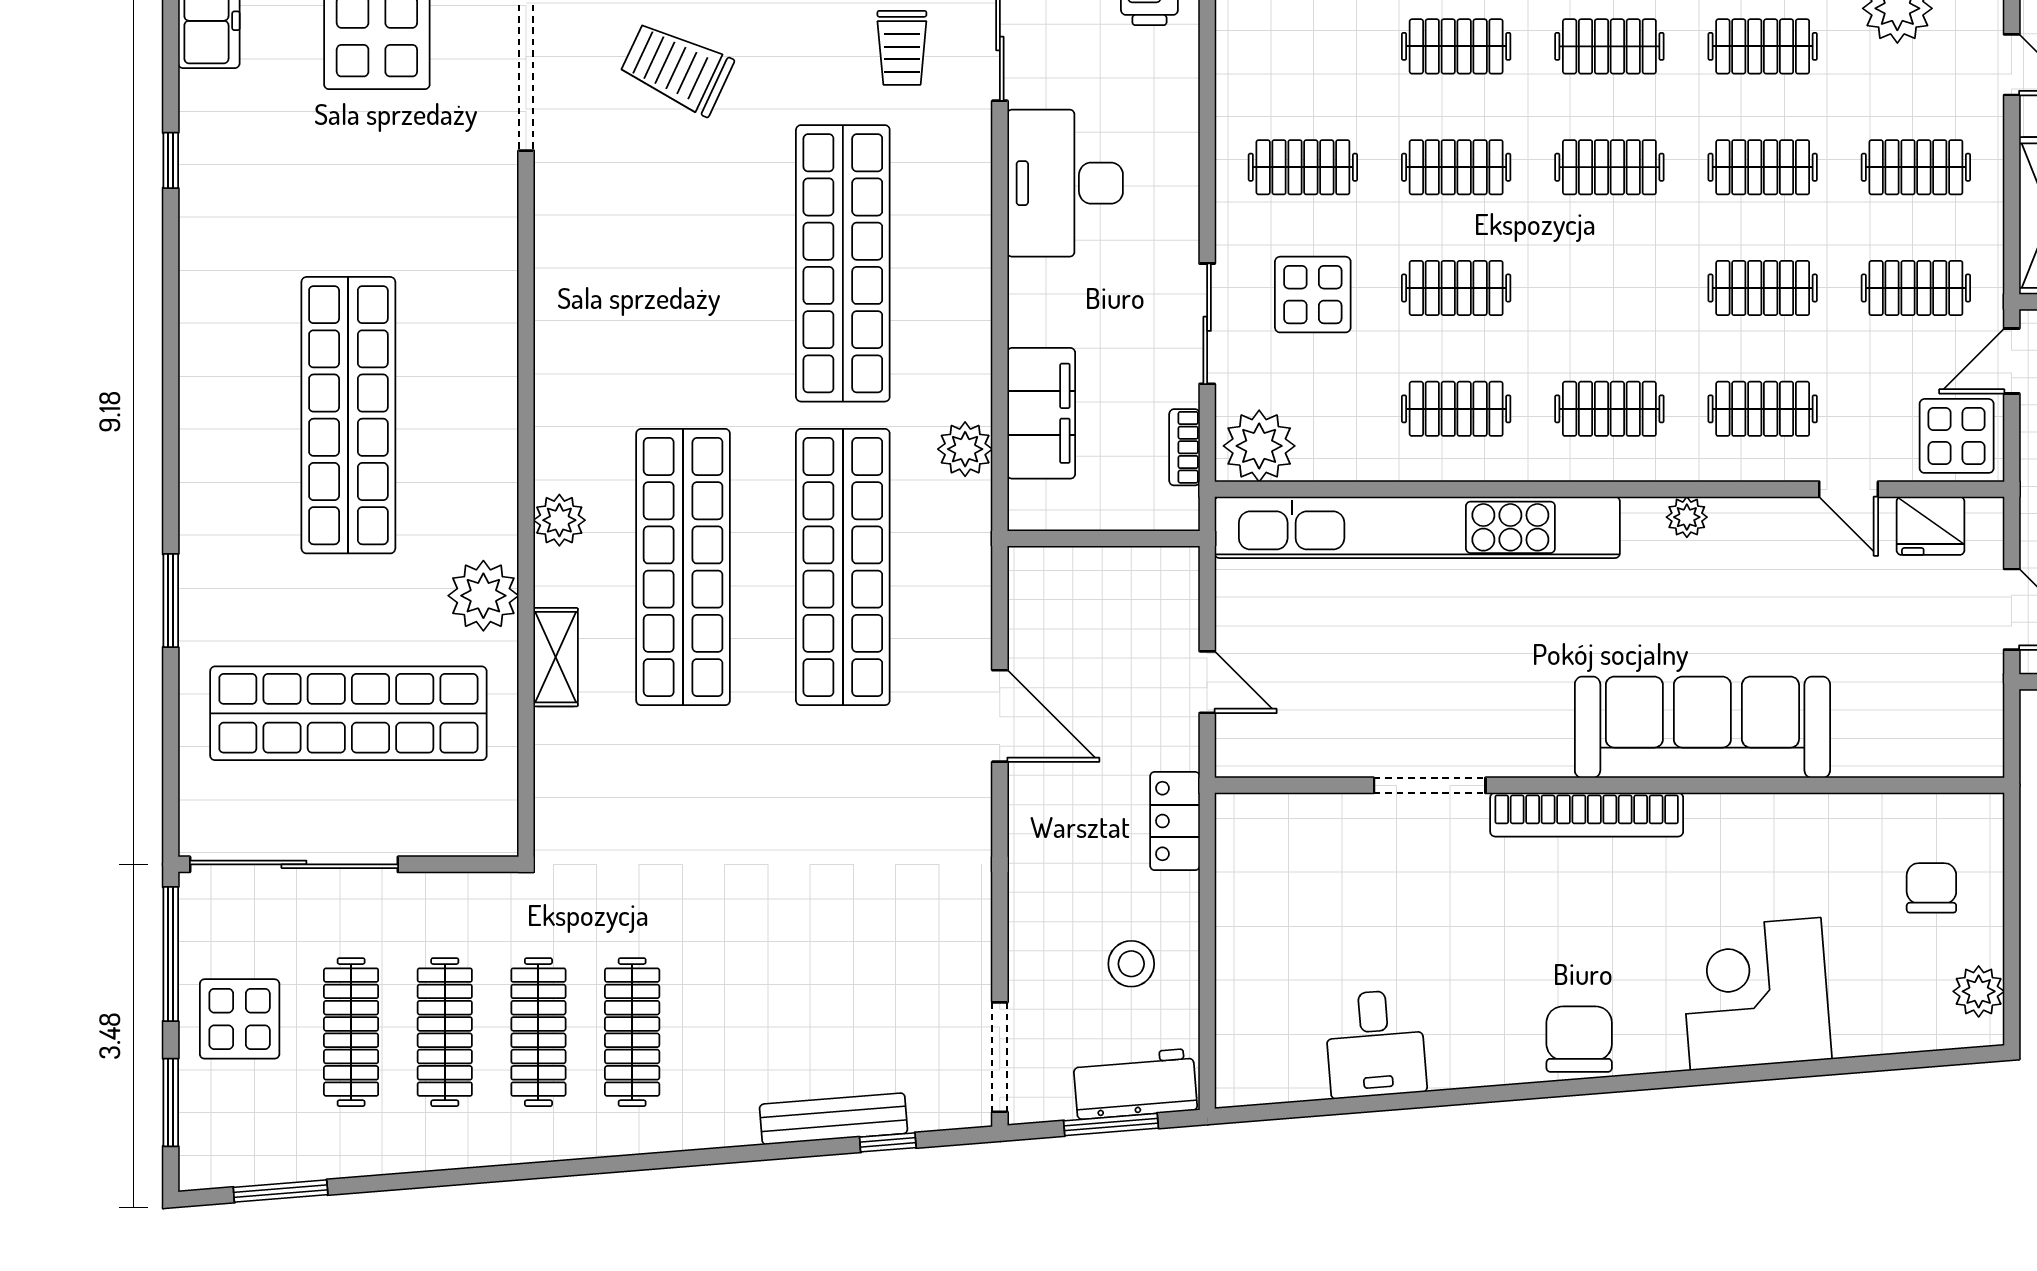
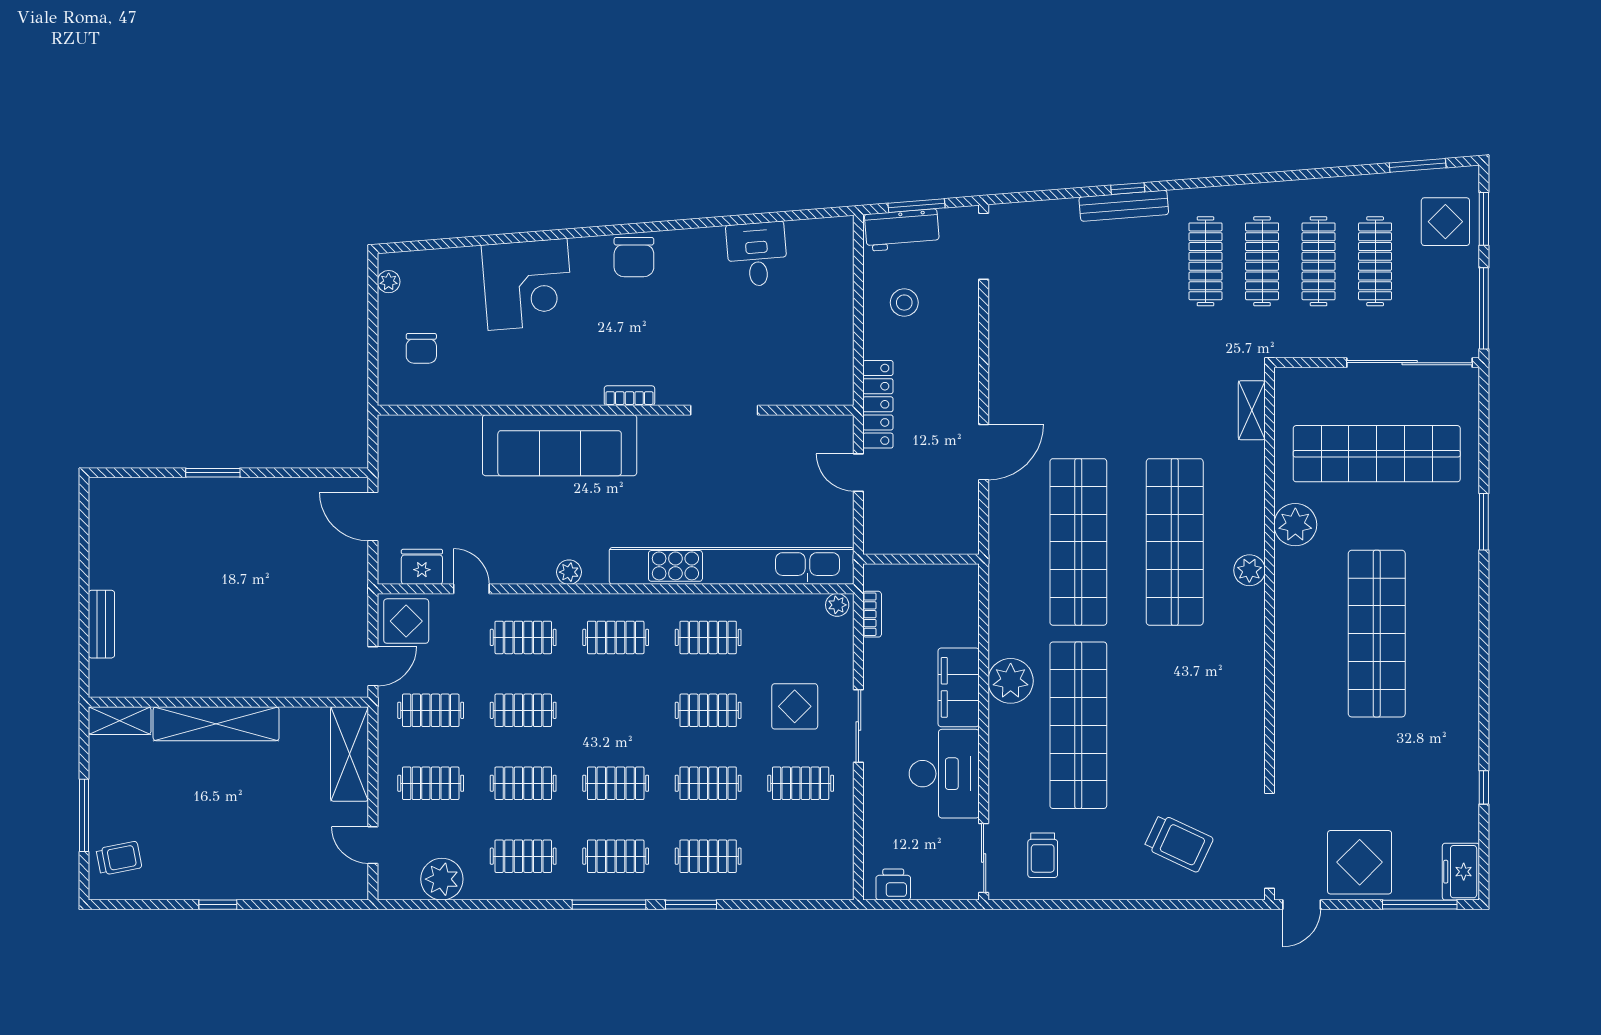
trolley: (902, 48) -> (1043, 855), turned 180
sliding door: (1207, 324) -> (858, 726), moved
filing cabinet: (1041, 413) -> (959, 687), moved
plant: (1259, 446) -> (837, 605), width x0.53, depth x0.53
plant: (965, 449) -> (1011, 681), moved, width x1.36, depth x1.36
shelving: (556, 657) -> (1252, 410), moved
door: (1000, 716) -> (984, 452), swing flipped
bookcase: (1587, 815) -> (629, 396), width x0.43, depth x0.76
locker: (1175, 821) -> (878, 404), width x1.53
plant: (1979, 991) -> (389, 282), width x0.73, depth x0.73
display table: (240, 1019) -> (1445, 222), moved
bench: (834, 1119) -> (1124, 206), moved
window: (888, 1142) -> (1128, 189), moved

